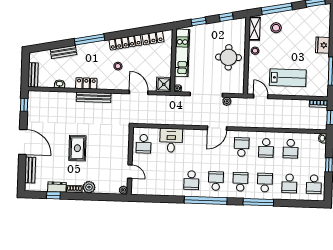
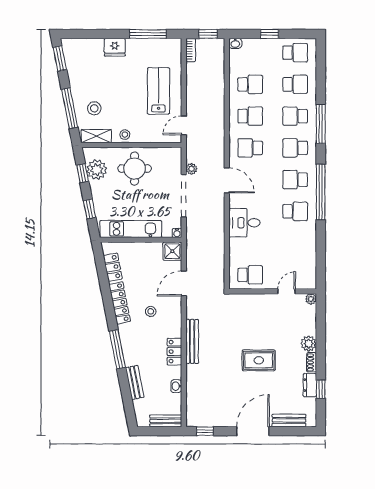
plant: (229, 28) -> (97, 170), added
desk: (171, 140) -> (244, 223), moved

